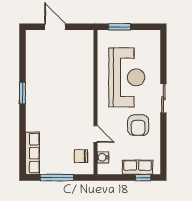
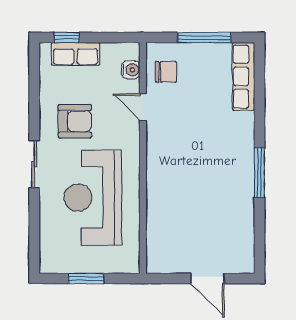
window: (120, 27) -> (86, 279), moved
window: (23, 93) -> (260, 173), width x1.44
armchair: (138, 125) -> (75, 121), turned 90

